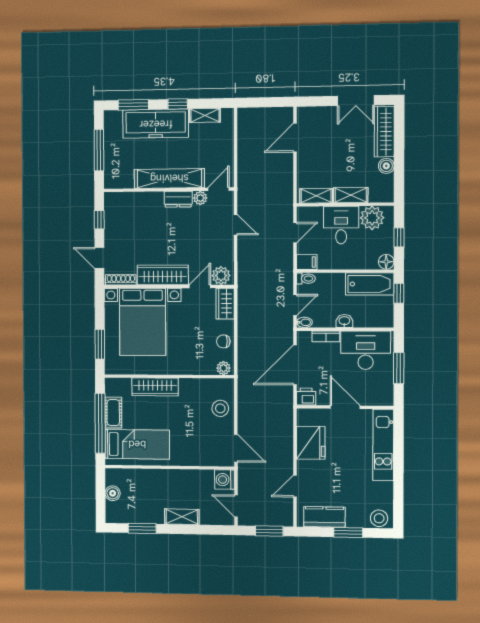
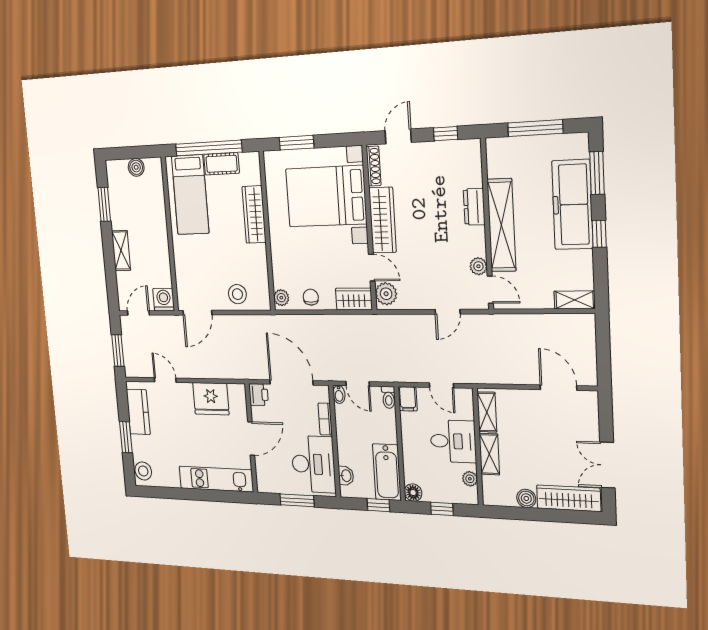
shelving: (205, 115) -> (575, 300), moved, turned 90
dresser: (178, 199) -> (474, 207), moved
plant: (372, 218) -> (470, 479), width x0.53, depth x0.53
washbasin: (344, 321) -> (346, 476), moved

